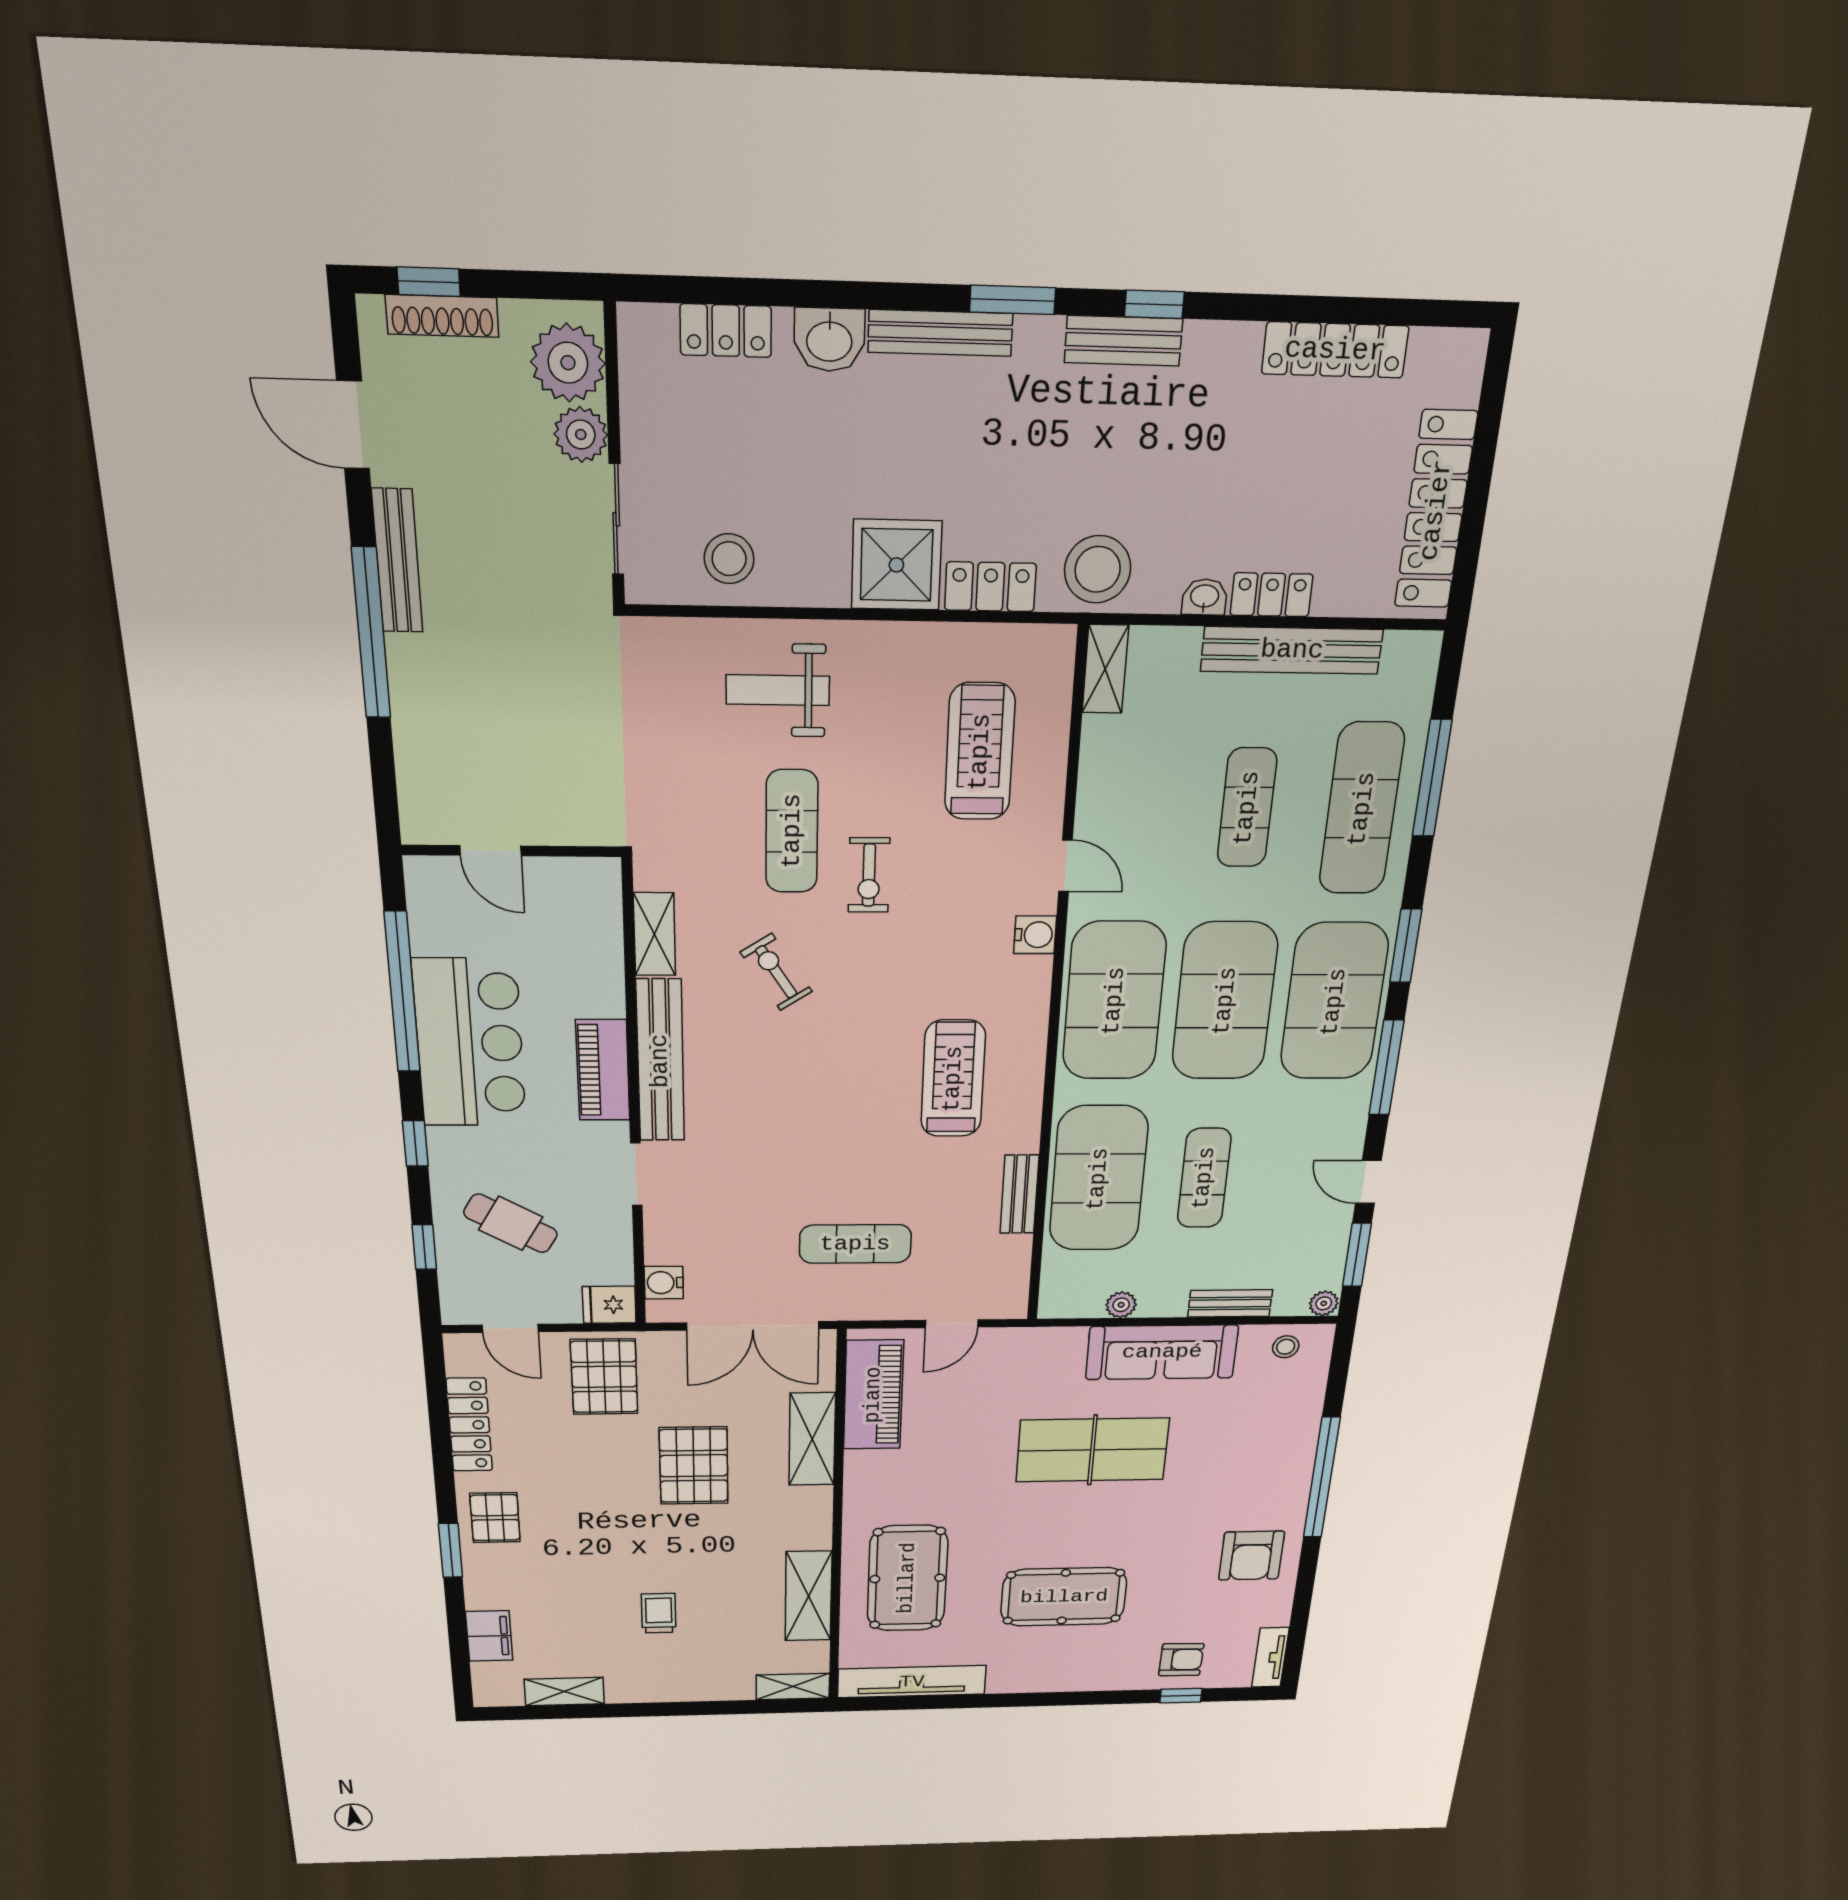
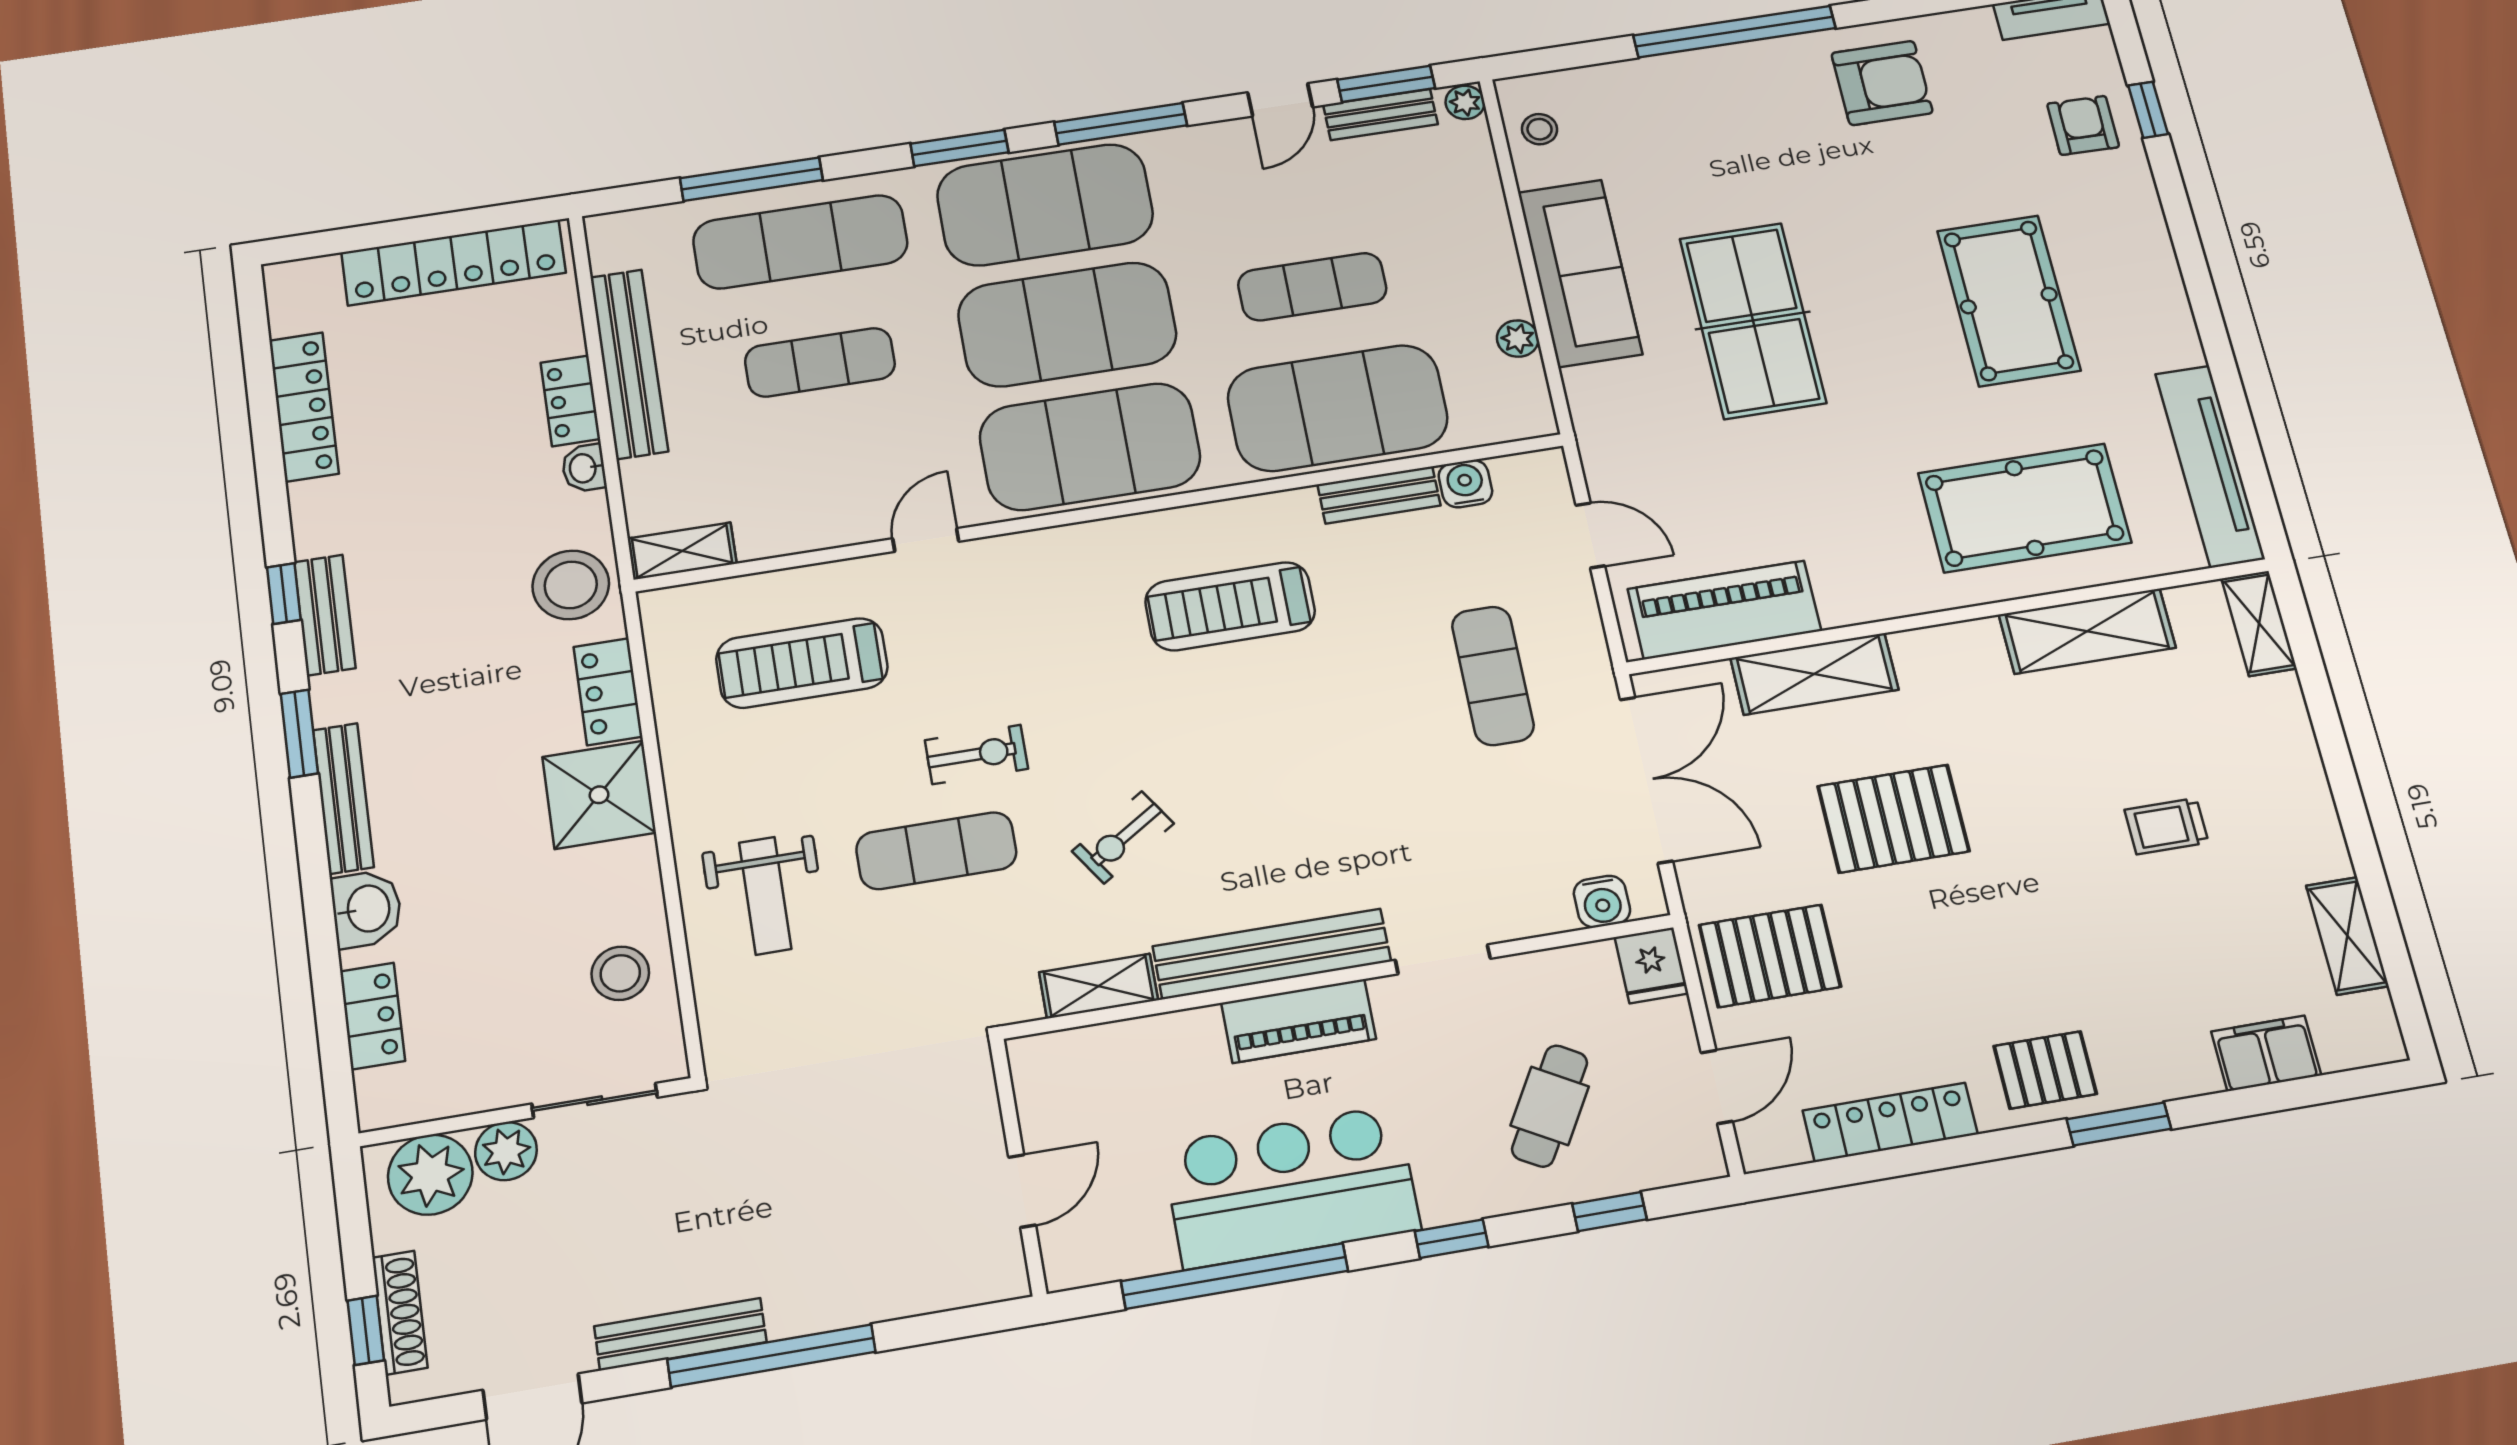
water cooler: (1035, 935) -> (1465, 484), moved
bench: (1230, 1303) -> (1380, 115), moved, turned 90

